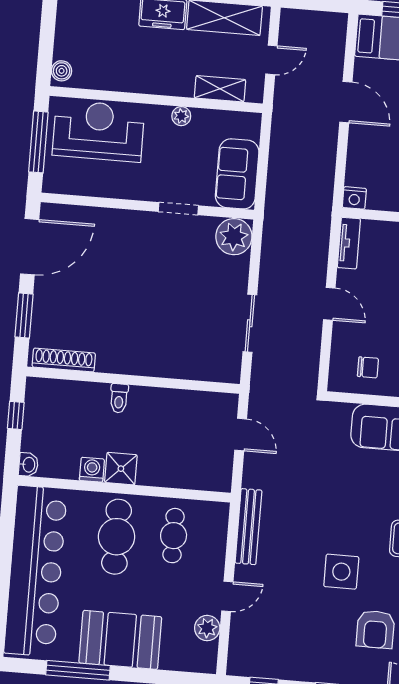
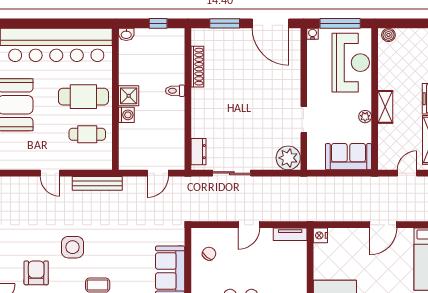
door: (271, 60) -> (407, 173), swing flipped
shelving: (220, 89) -> (385, 107), moved
sofa: (237, 174) -> (348, 157), moved
water cooler: (50, 185) -> (313, 34), added
shoe rack: (64, 360) -> (197, 67), moved
chair: (368, 367) -> (209, 254), turned -141
dresser: (213, 371) -> (198, 152), added
washing machine: (92, 470) -> (126, 115), moved
plant: (207, 628) -> (28, 162), removed
armchair: (375, 629) -> (36, 273), turned 90

